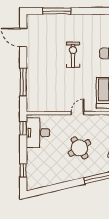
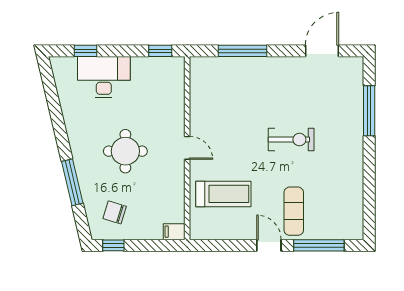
desk: (38, 133) -> (104, 77), moved
round table: (79, 148) -> (125, 151), turned 33

